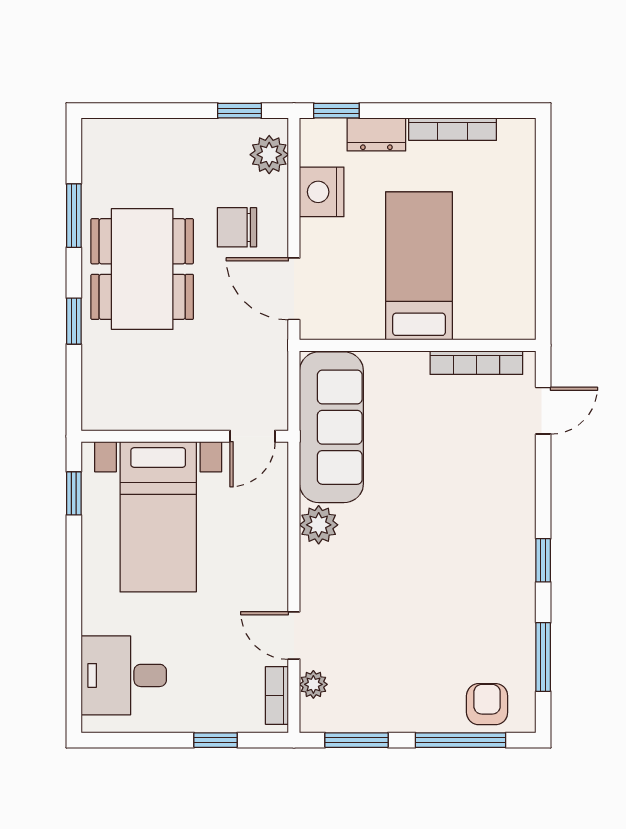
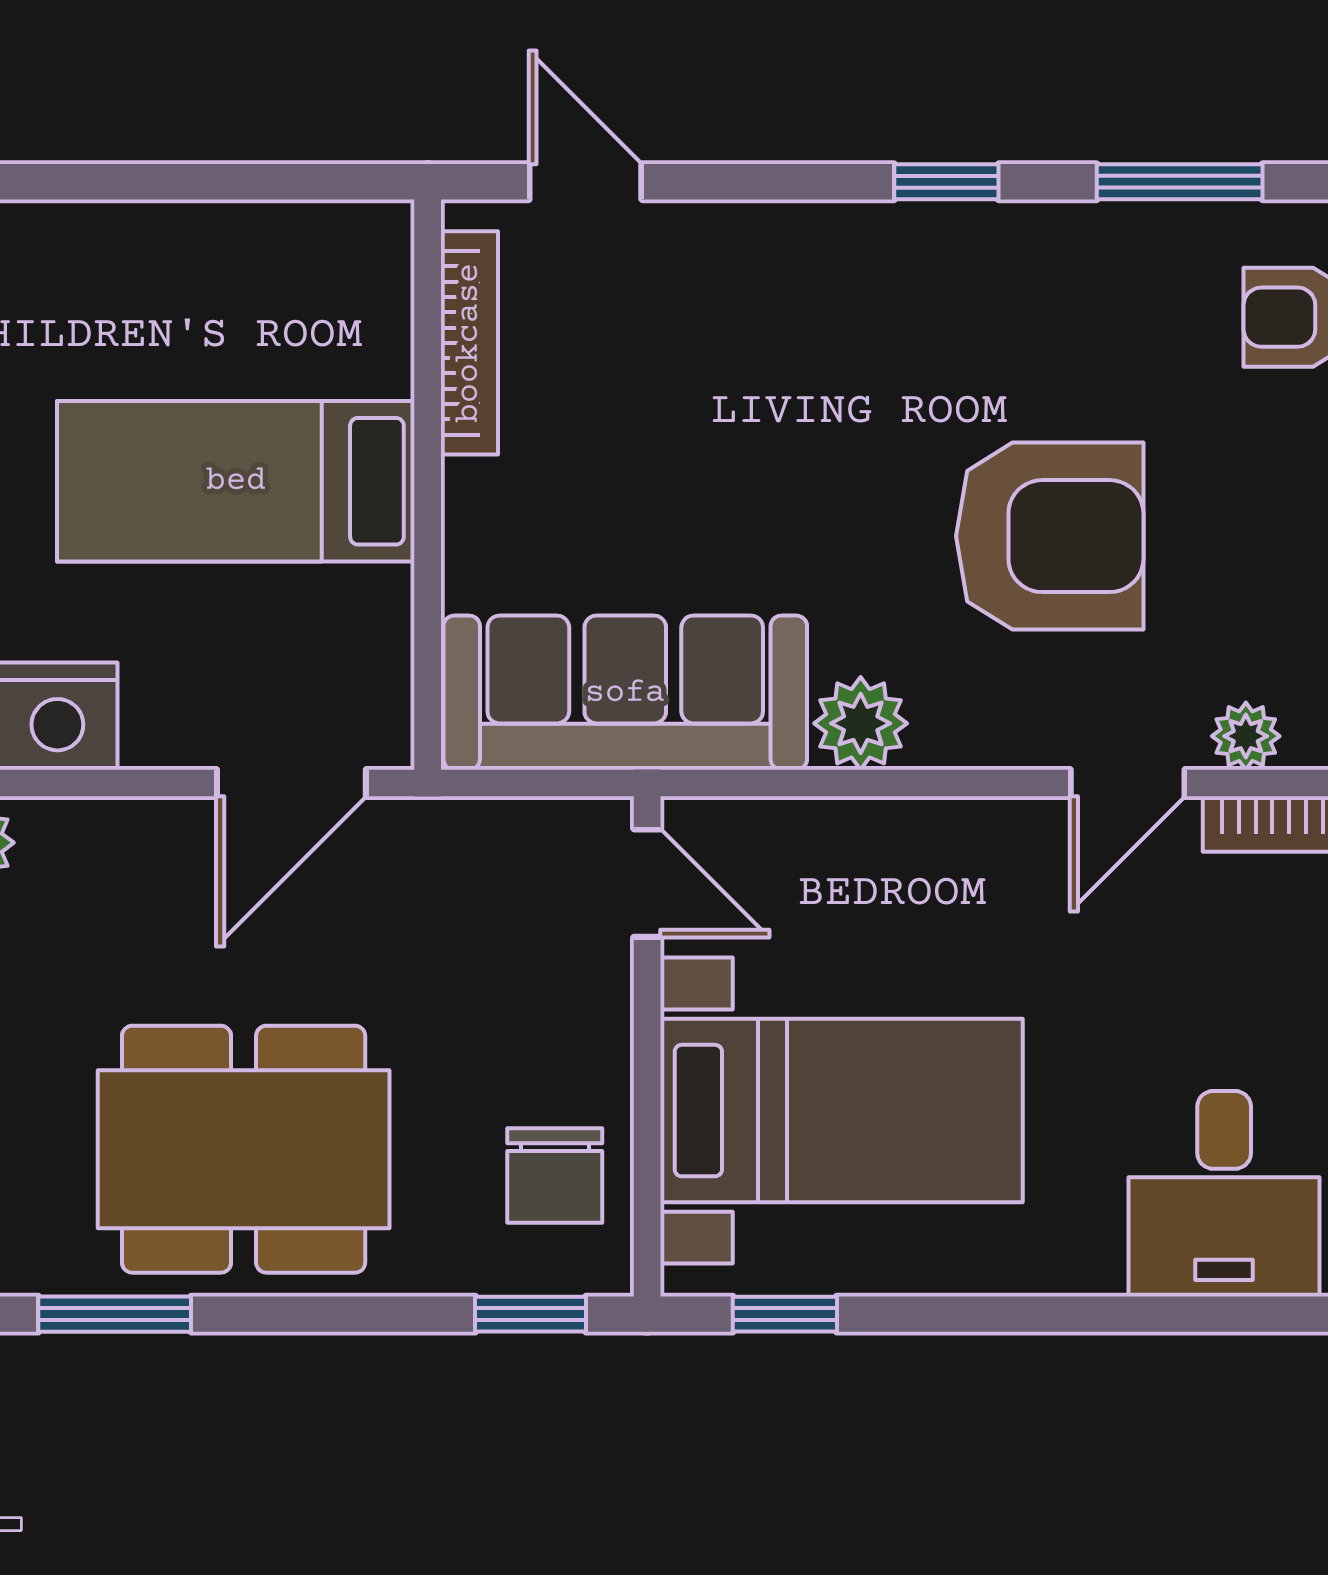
chair: (237, 227) -> (555, 1176), moved
window: (74, 321) -> (531, 1314), moved
armchair: (396, 603) -> (1050, 536), added

